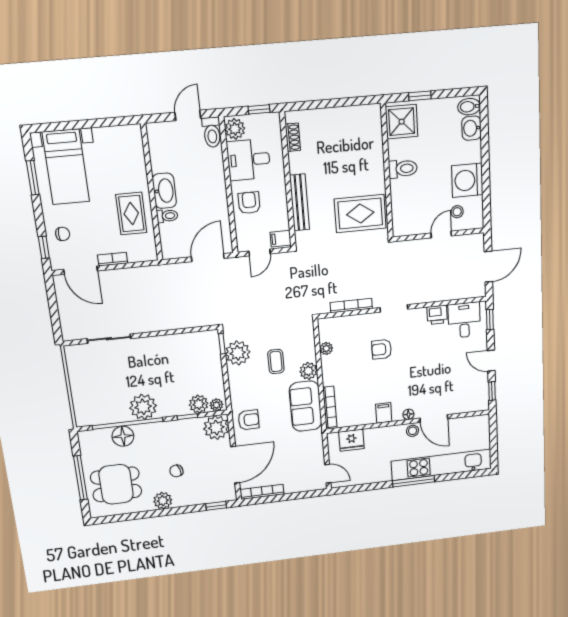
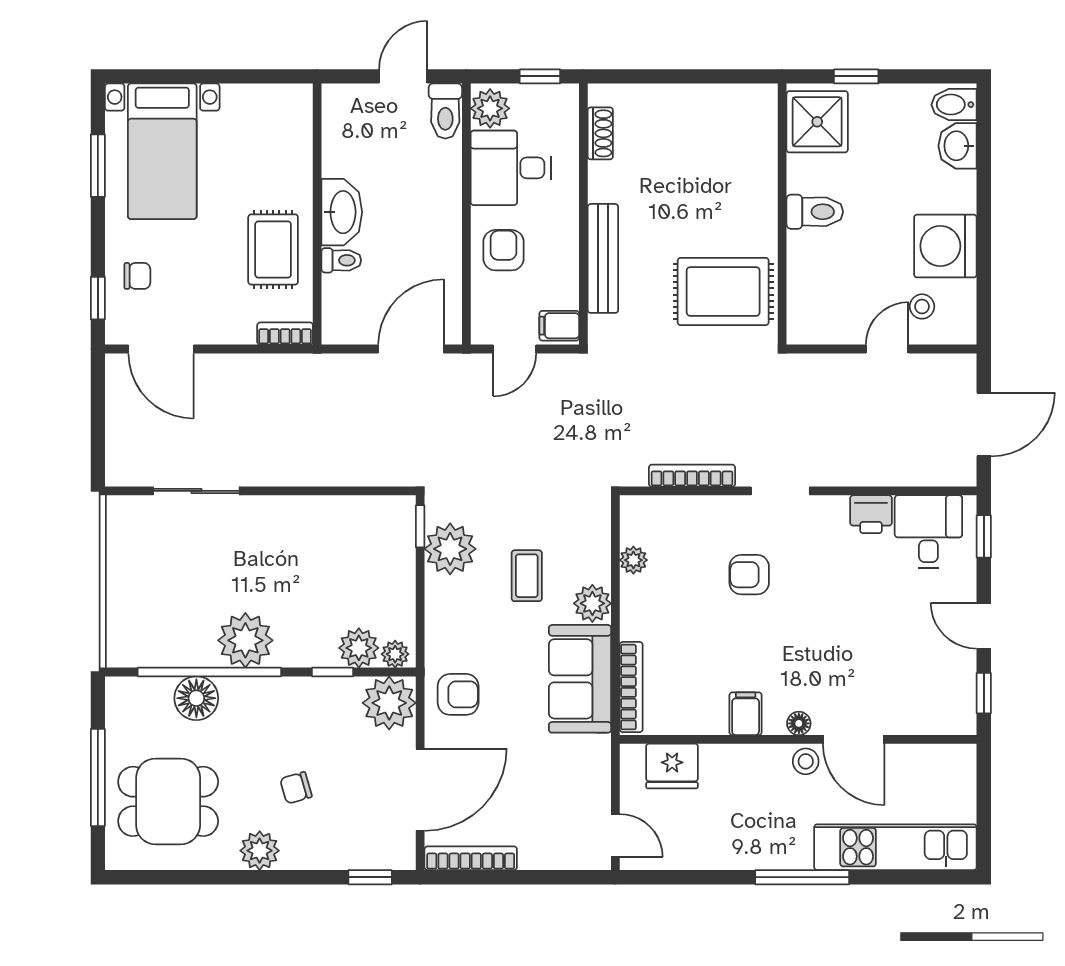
bookcase: (113, 259) -> (285, 334), moved
kitchen unit: (442, 465) -> (895, 847), width x0.73

